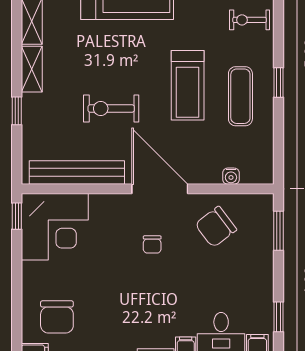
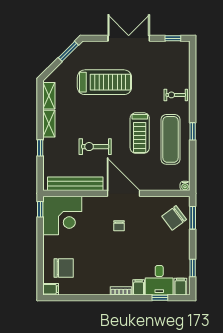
exercise mat: (240, 96) -> (170, 139), width x1.36, depth x1.45
water cooler: (231, 176) -> (185, 186), moved
chair: (216, 227) -> (174, 218), moved
chair: (57, 317) -> (64, 268), turned -90

